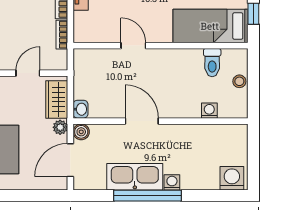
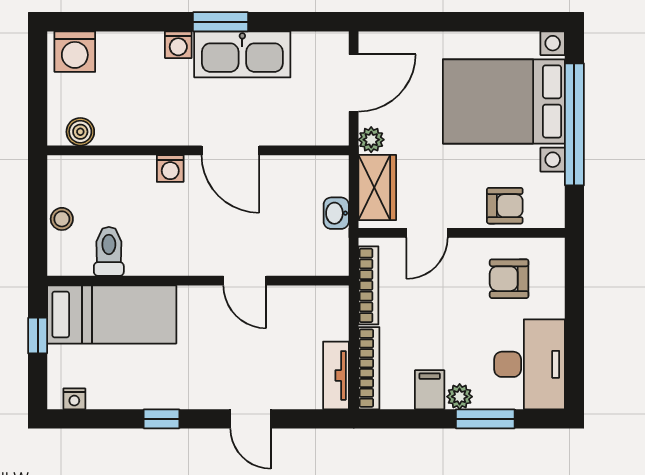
bookcase: (62, 35) -> (368, 285), width x1.56
washbasin: (80, 109) -> (336, 213), moved
washing machine: (209, 111) -> (170, 169), moved
boiler: (81, 132) -> (80, 132), moved
window: (147, 196) -> (221, 22), width x0.47

